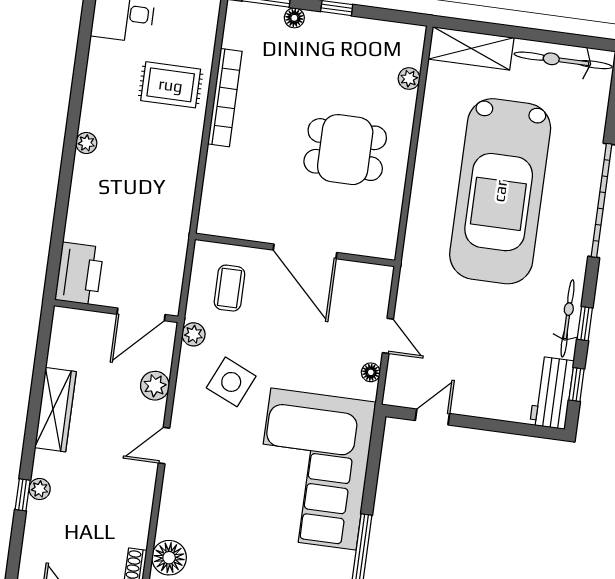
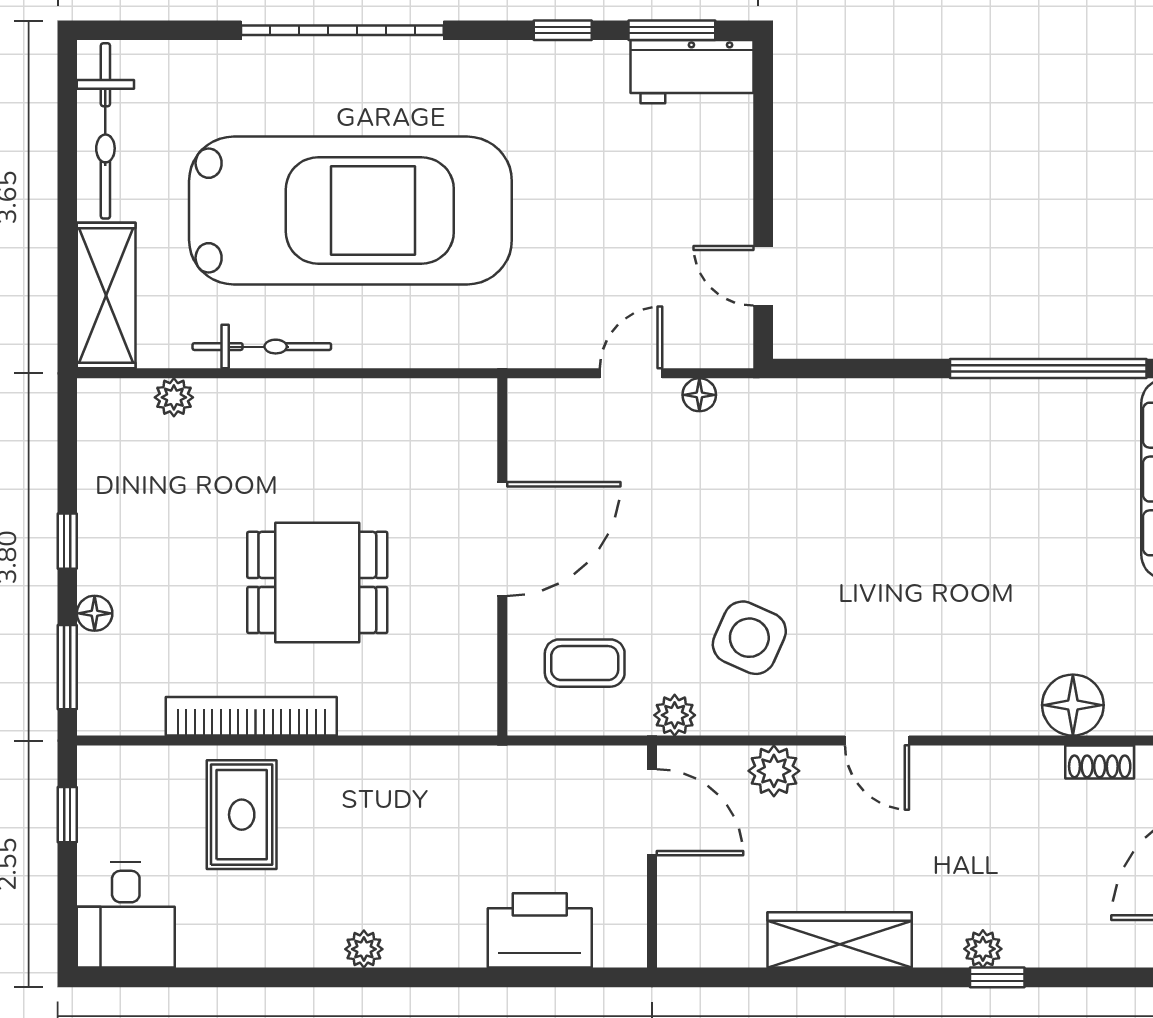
dining table: (345, 150) -> (317, 582), moved, turned 90
printer: (79, 274) -> (540, 930), moved
bicycle: (568, 318) -> (262, 347), moved, turned 180
window: (577, 385) -> (672, 30), width x1.50
corner sofa: (313, 469) -> (883, 472), removed

